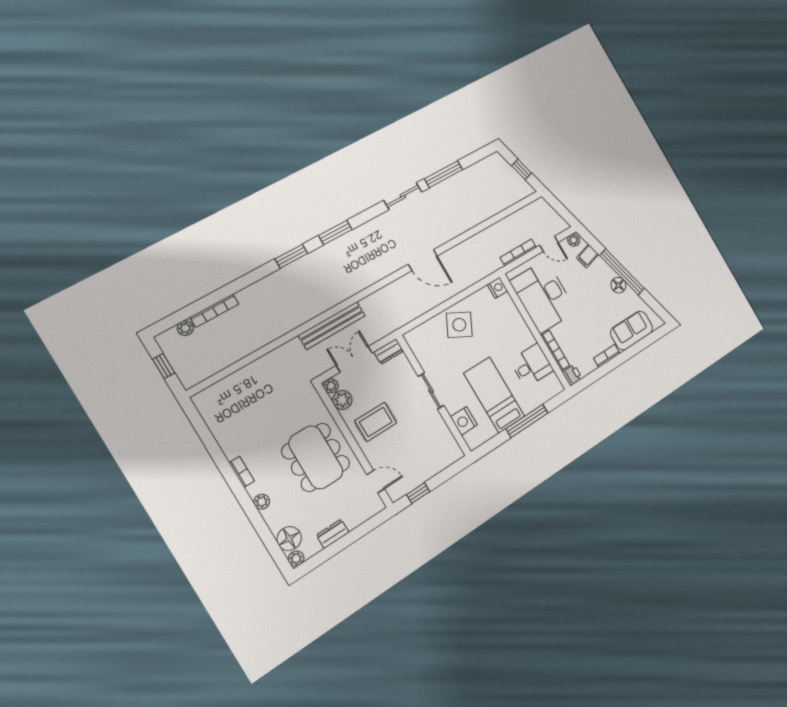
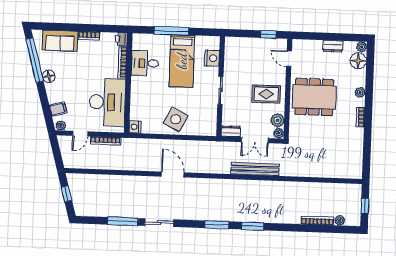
door: (549, 244) -> (80, 134), swing flipped
window: (622, 272) -> (35, 60), moved
dining table: (316, 457) -> (314, 97), turned 90

